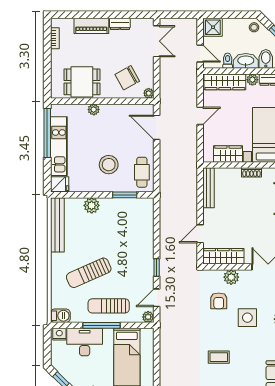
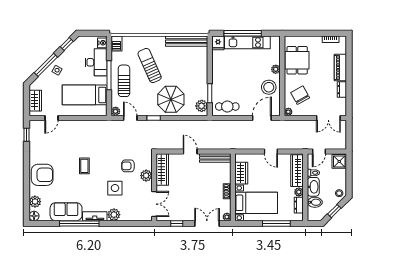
window: (47, 133) -> (243, 33), moved
stool: (109, 165) -> (269, 87), moved
plant: (92, 205) -> (202, 106), moved
door: (200, 234) -> (190, 152), moved
parasol: (132, 245) -> (171, 99), added

